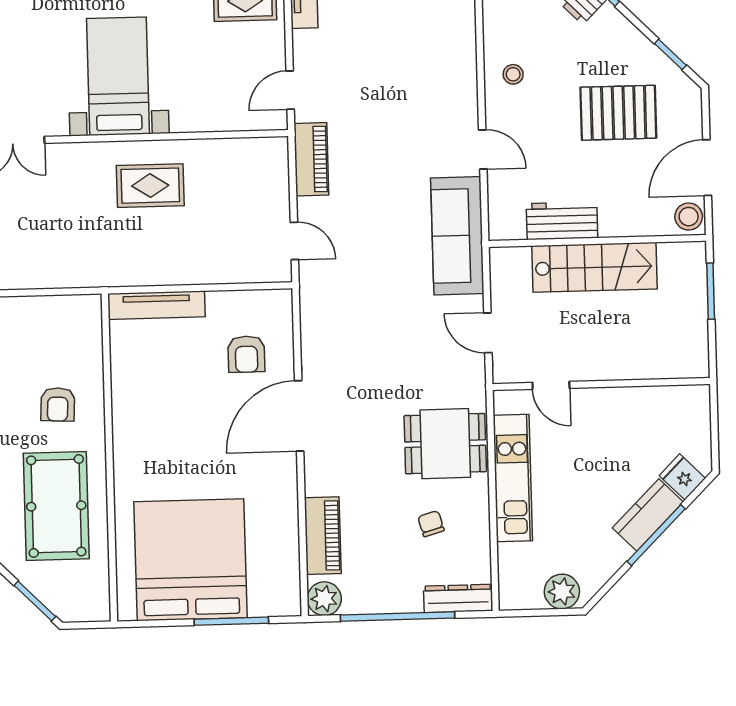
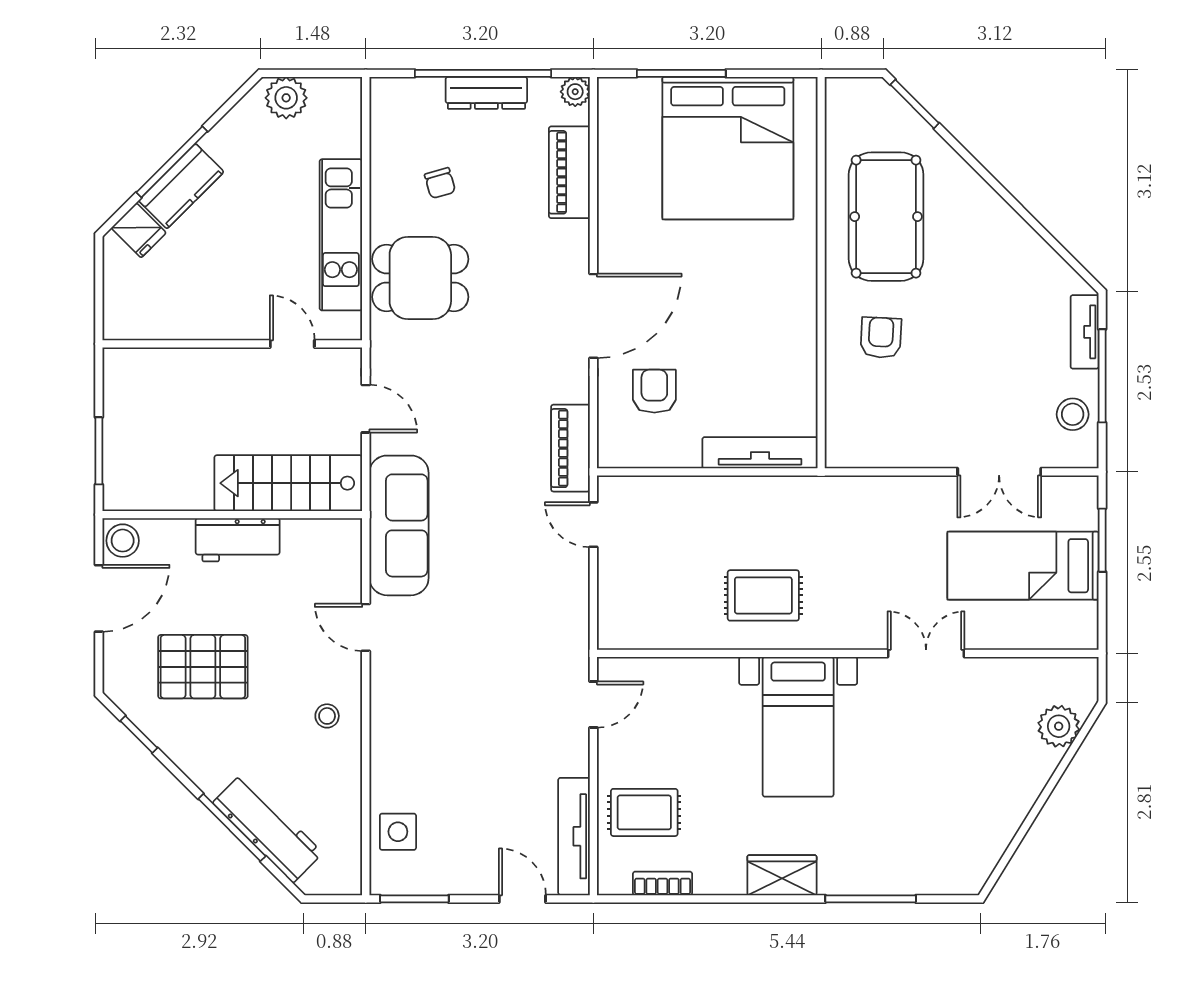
piano: (311, 159) -> (570, 448), moved
workbench: (562, 221) -> (238, 540), moved
stairs: (595, 267) -> (288, 483), moved
dresser: (458, 598) -> (486, 93), moved
plant: (324, 599) -> (575, 92), width x0.73, depth x0.73

